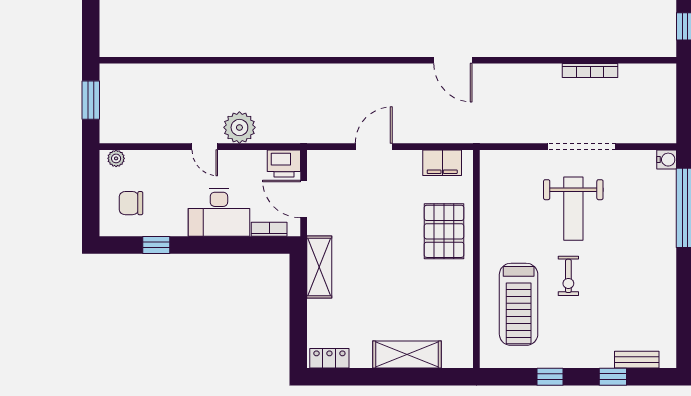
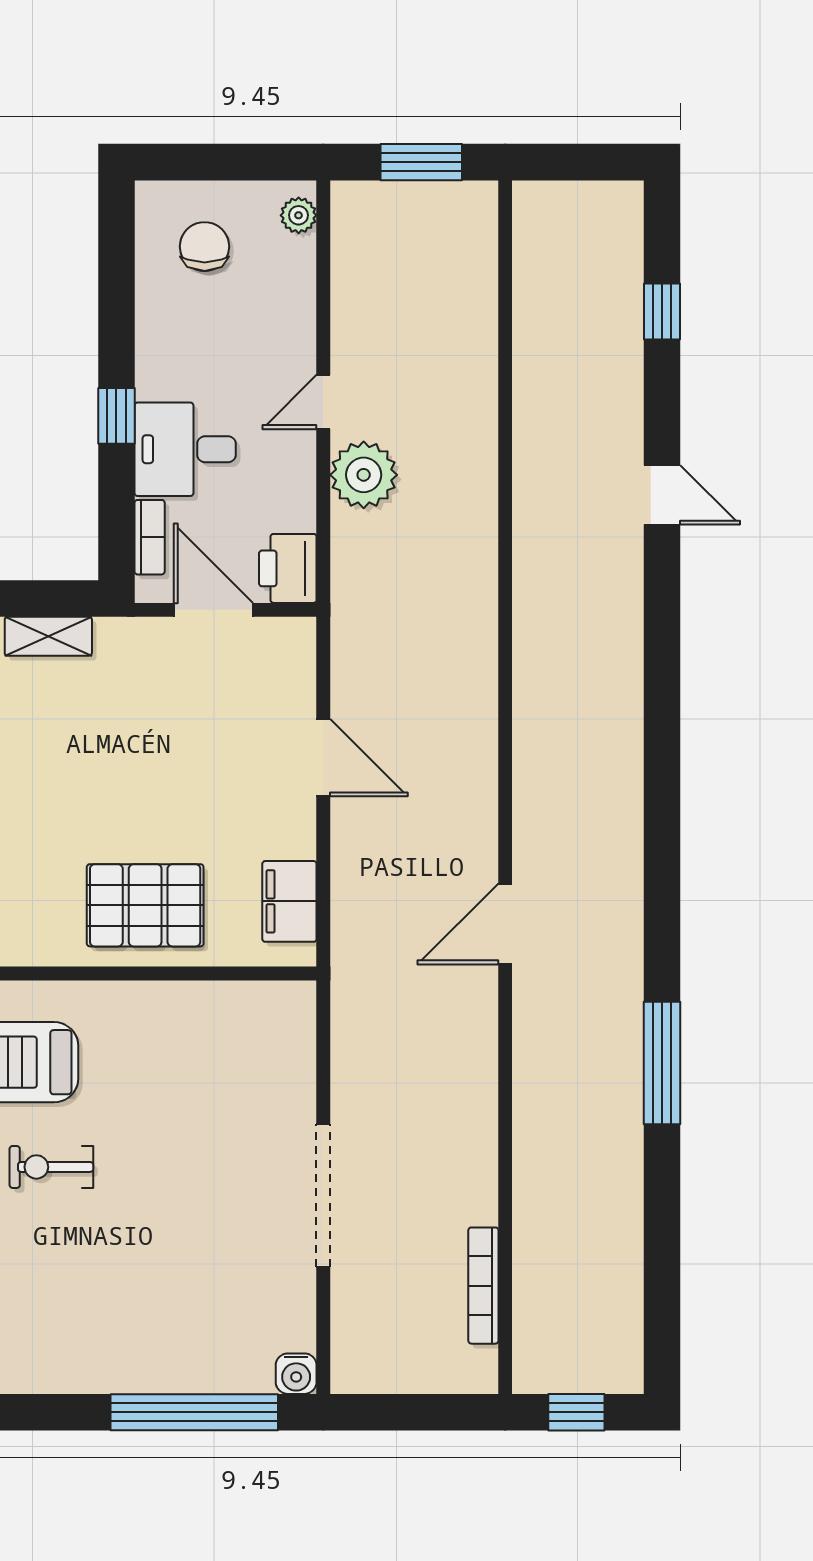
bookcase: (590, 71) -> (483, 1286), moved
door: (304, 199) -> (213, 610), hinge flipped
weight bench: (573, 209) -> (193, 1177), removed
desk: (219, 212) -> (185, 449), width x0.73
window: (156, 245) -> (116, 416), moved
shelving: (319, 267) -> (48, 636), width x0.67, depth x0.75

